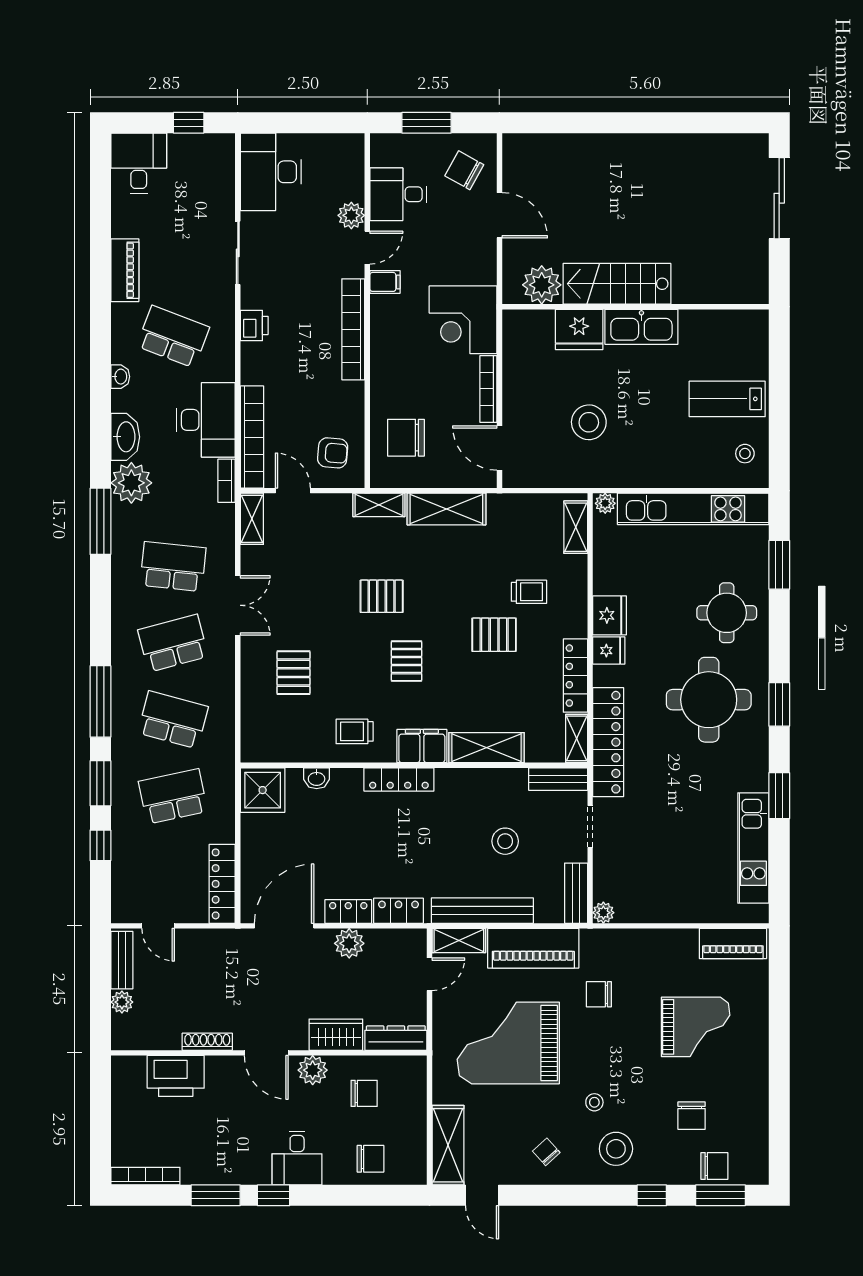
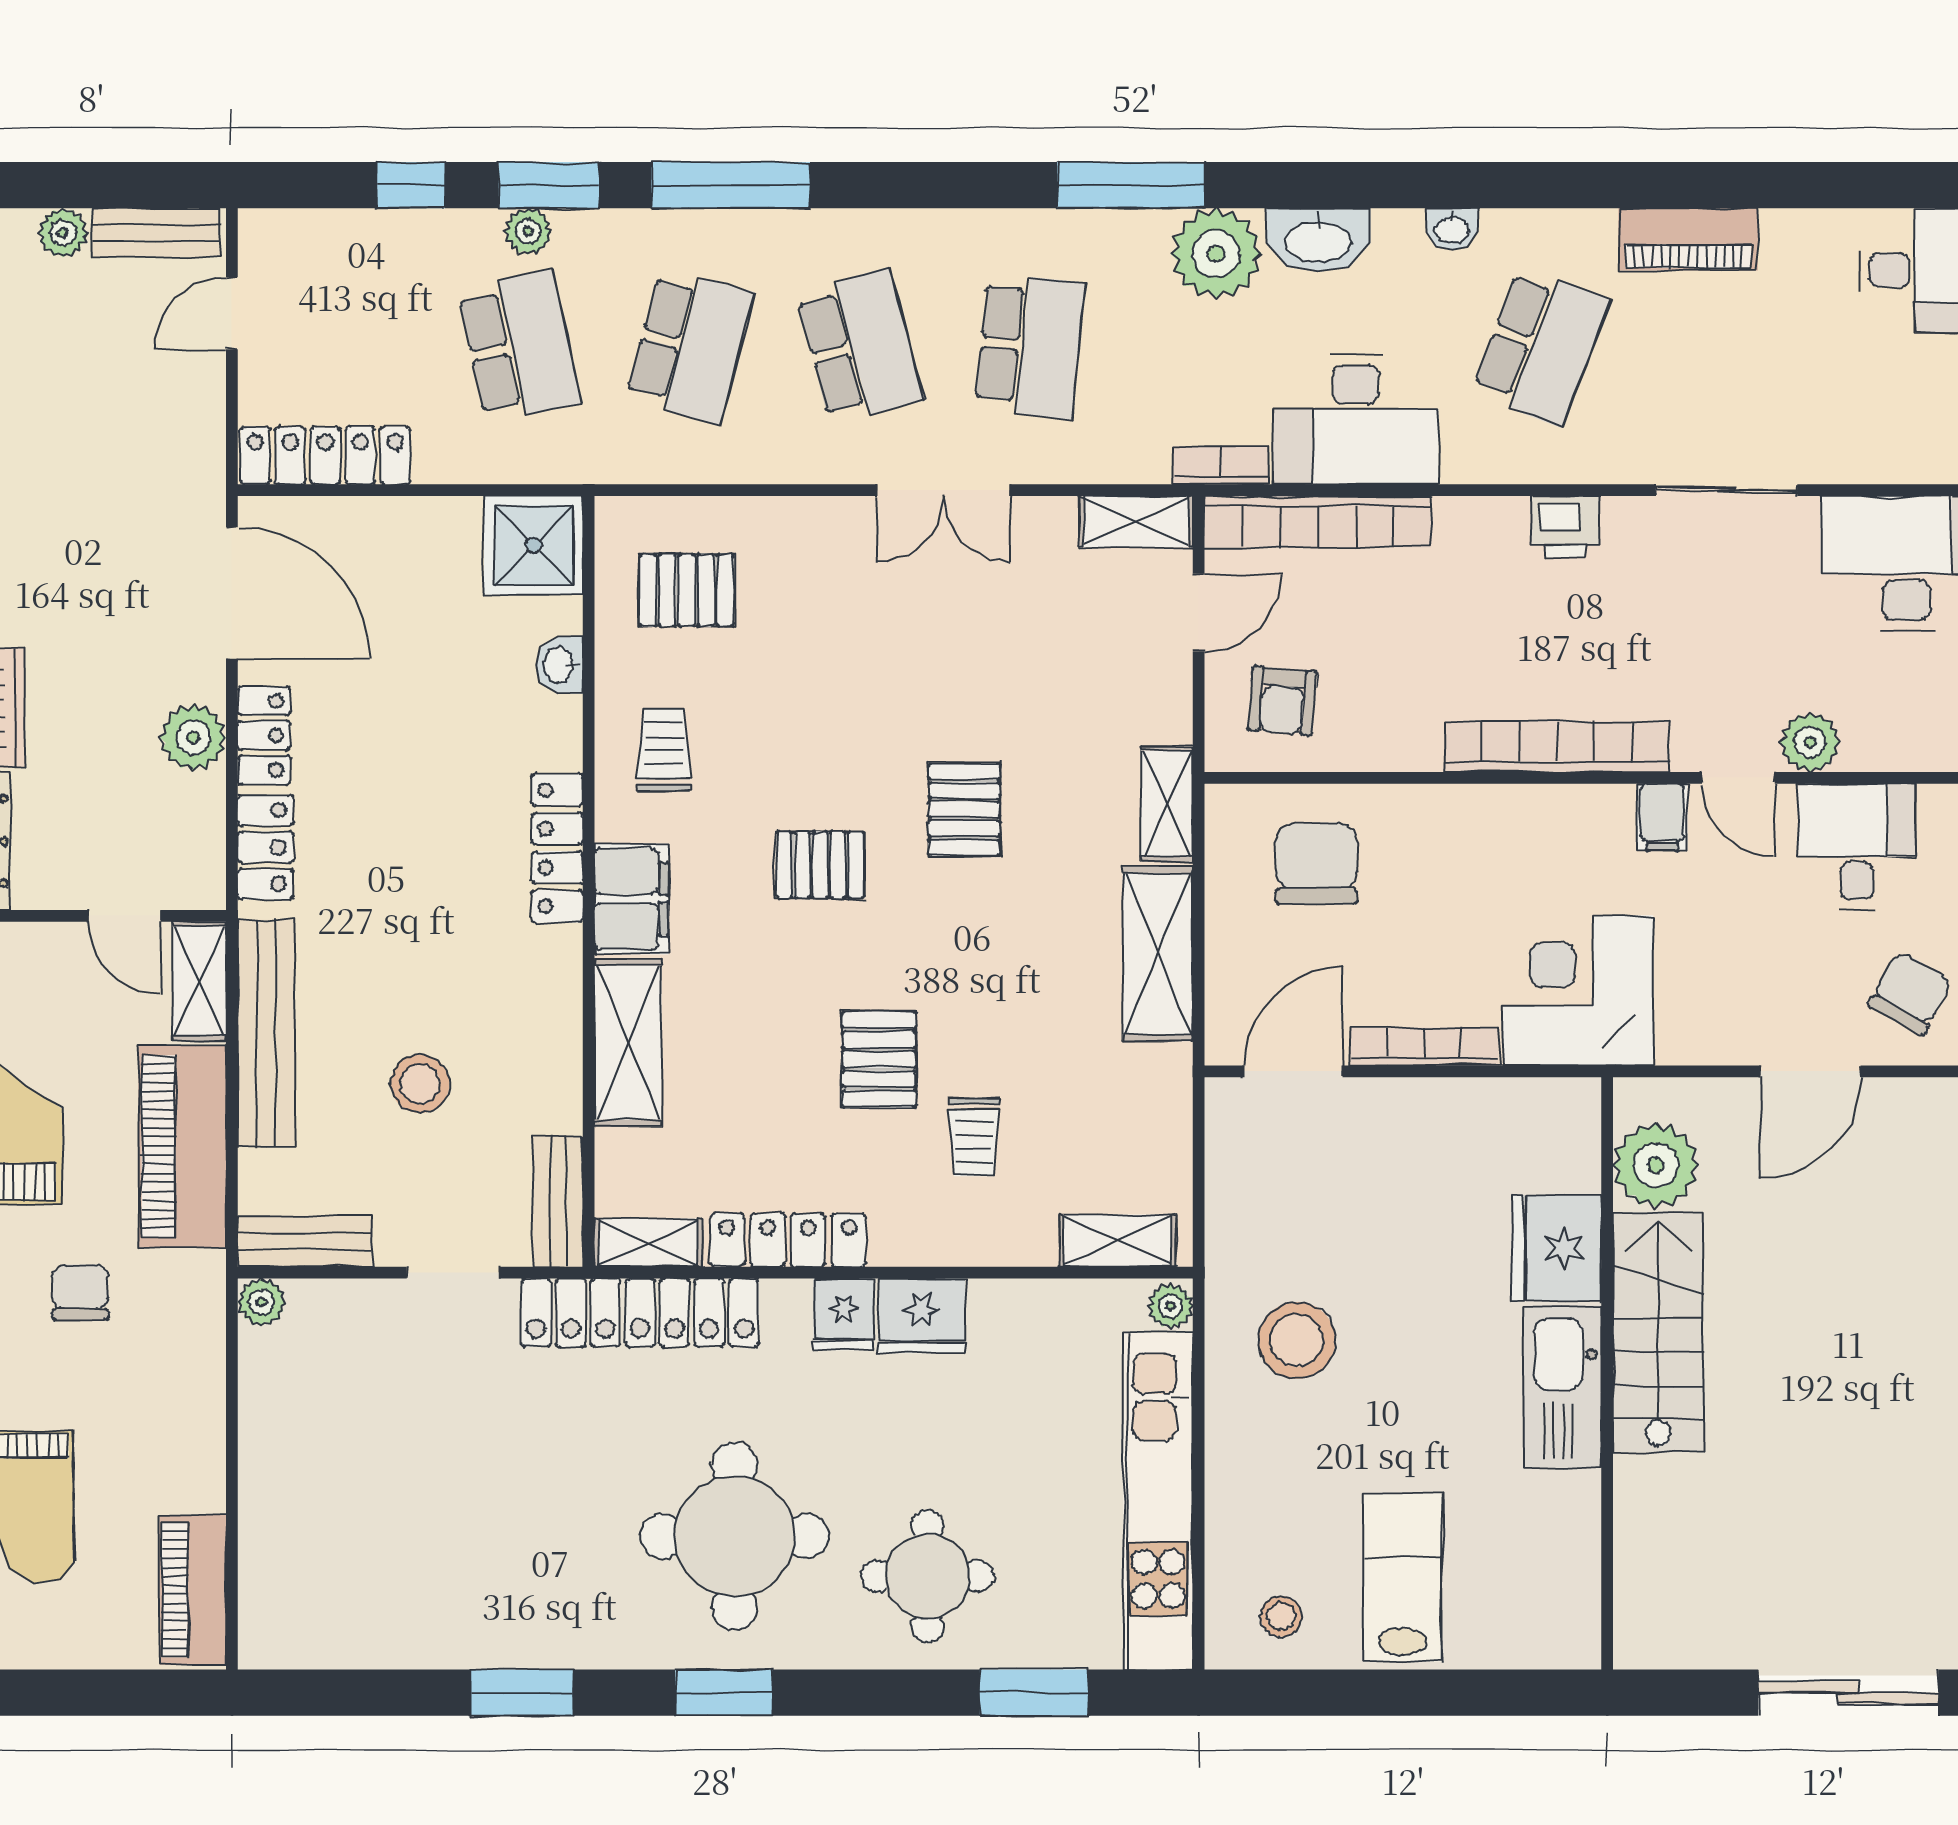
stool: (589, 422) -> (1297, 1340), moved
pallet: (293, 673) -> (687, 590), moved
plant: (121, 793) -> (528, 231), added
kitchen unit: (753, 848) -> (405, 1635), removed

